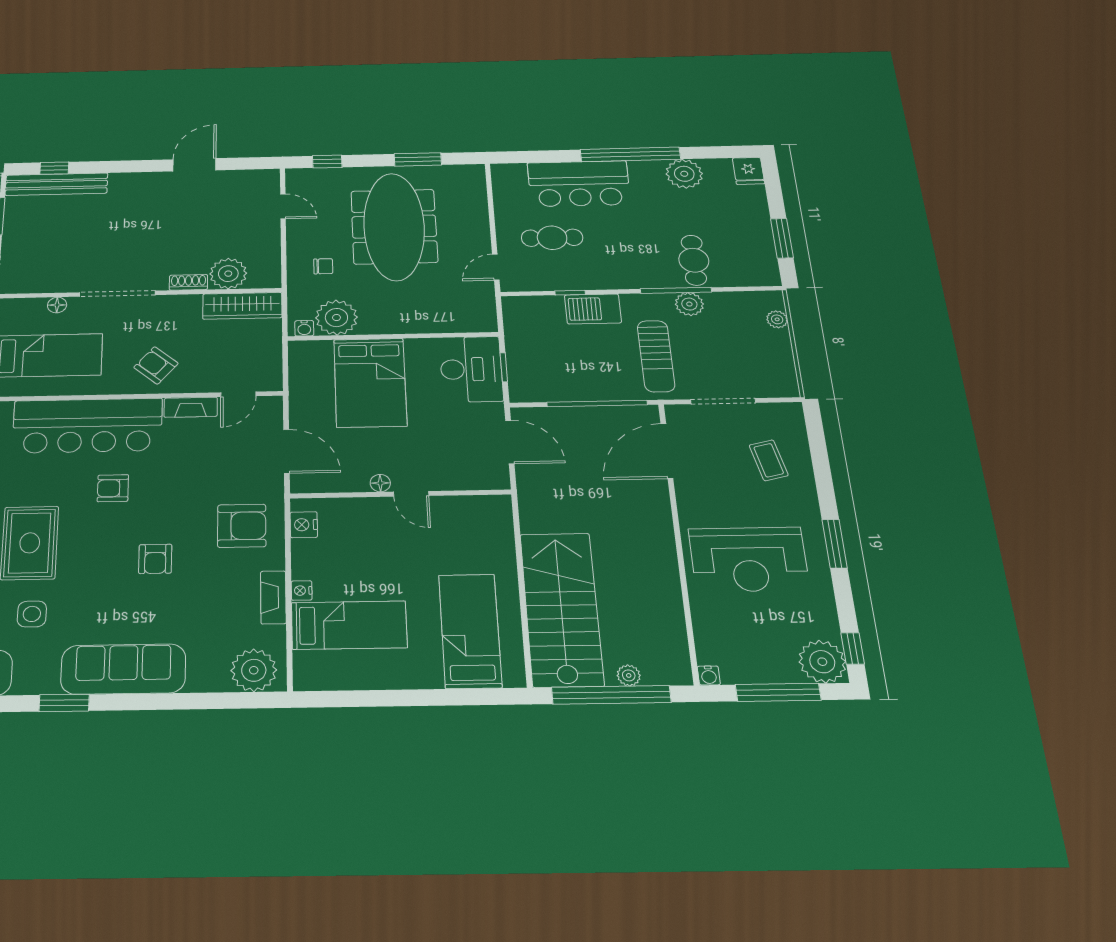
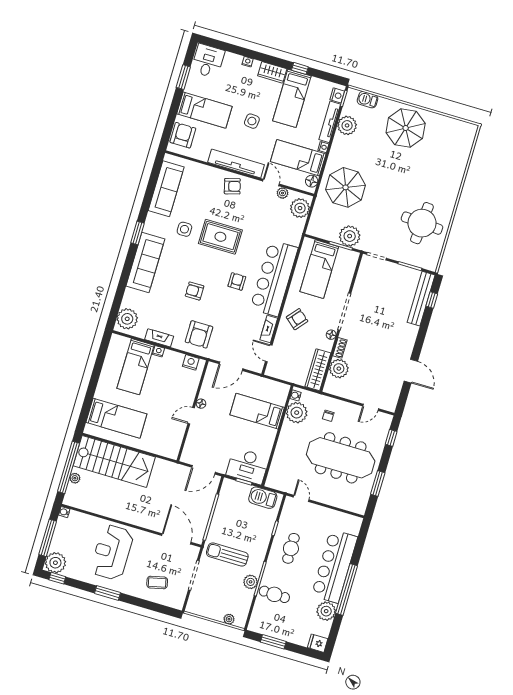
bar counter: (579, 184) -> (334, 566), width x1.36
cafe table: (552, 238) -> (291, 548), moved
floor lamp: (57, 305) -> (331, 335), moved
barbecue: (593, 309) -> (263, 498), moved, turned -90
bed: (370, 382) -> (257, 411), width x0.67

